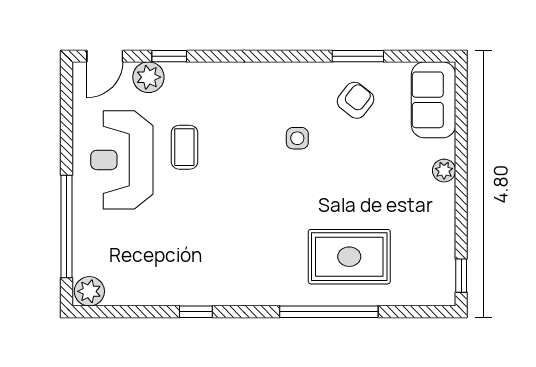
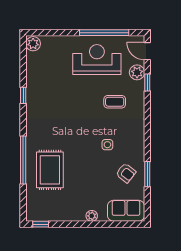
coffee table: (184, 147) -> (115, 102), moved
window: (66, 227) -> (104, 33), moved

